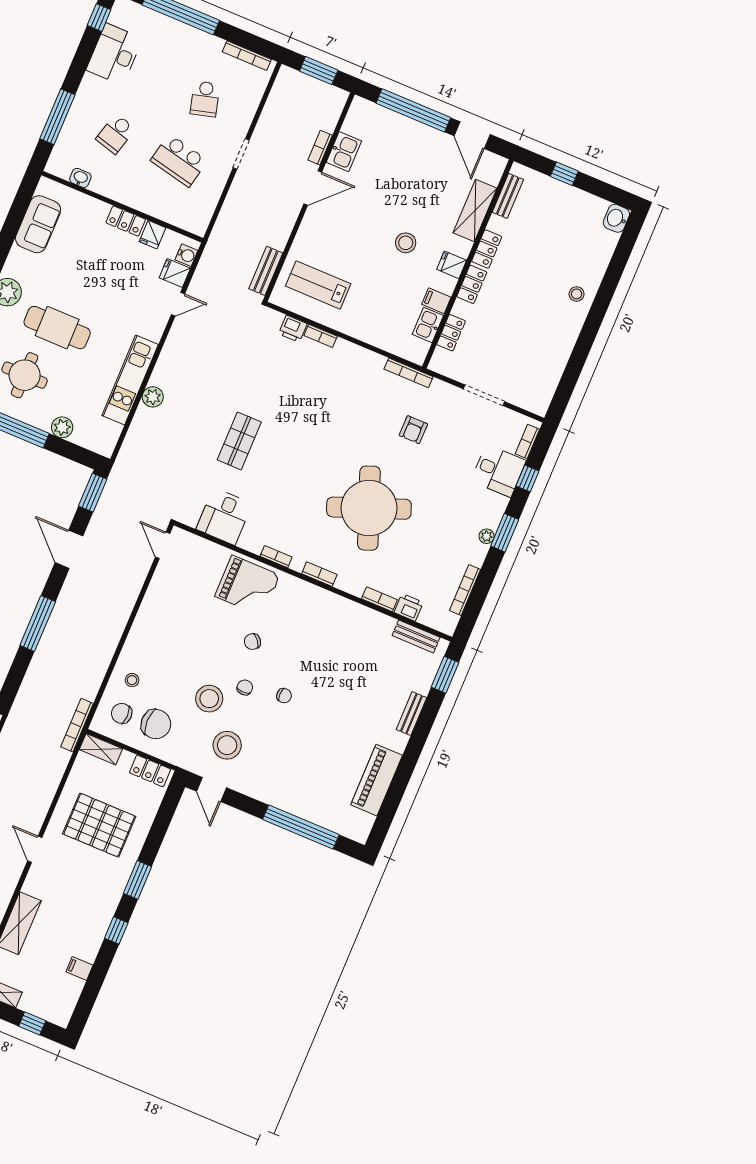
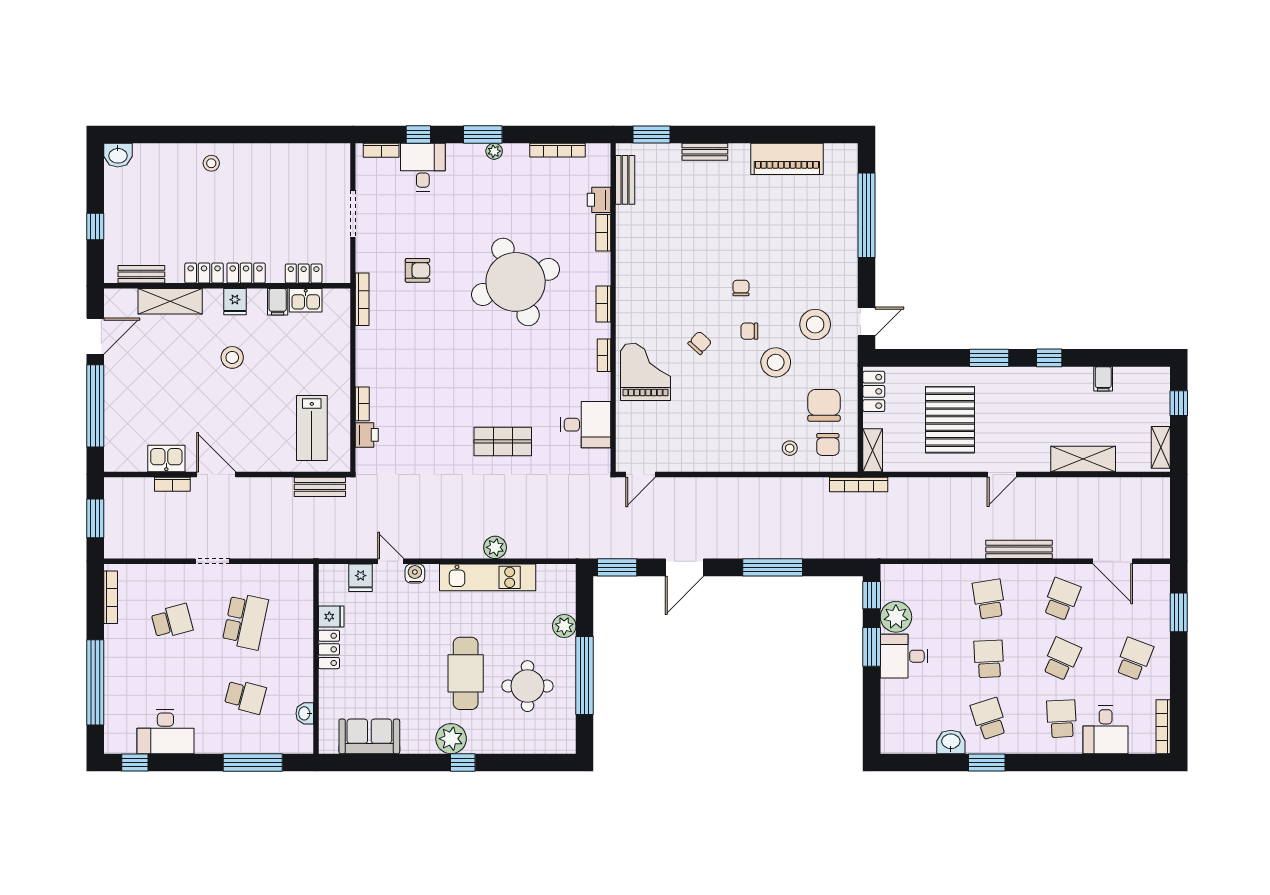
water cooler: (186, 255) -> (415, 574), moved
chair: (252, 642) -> (700, 343), turned -99

